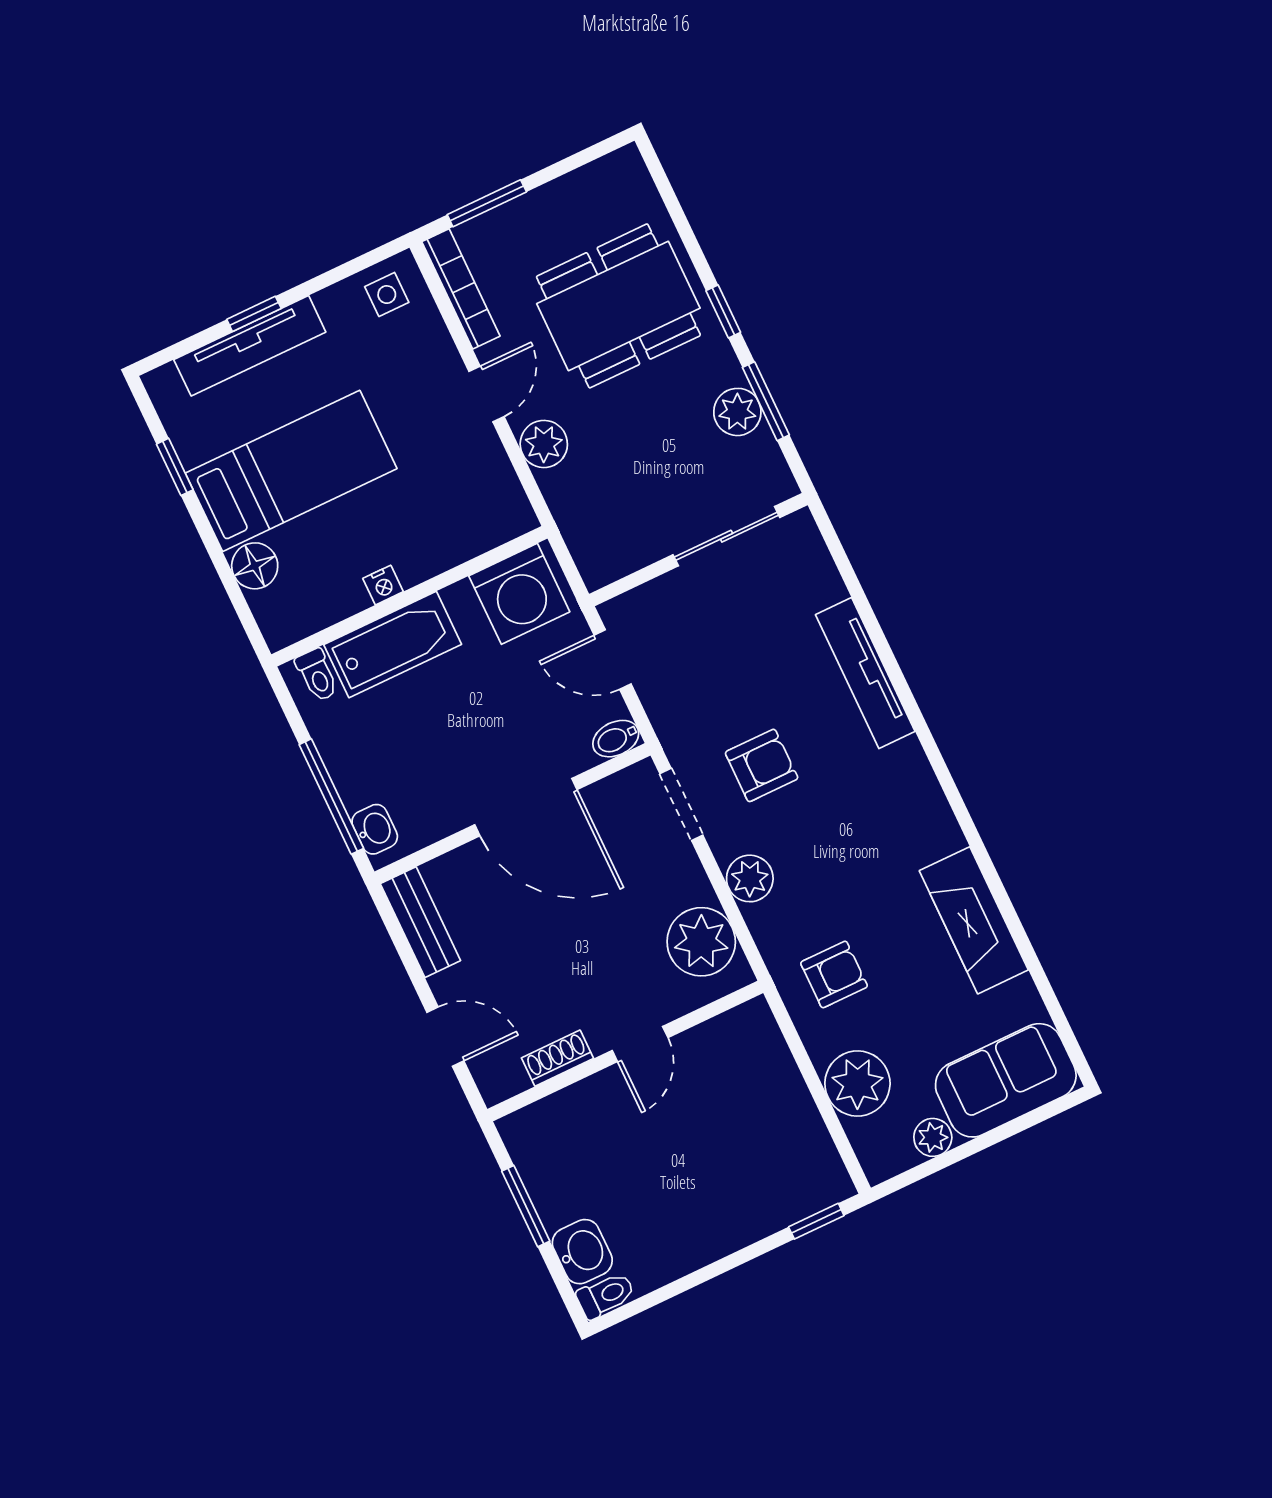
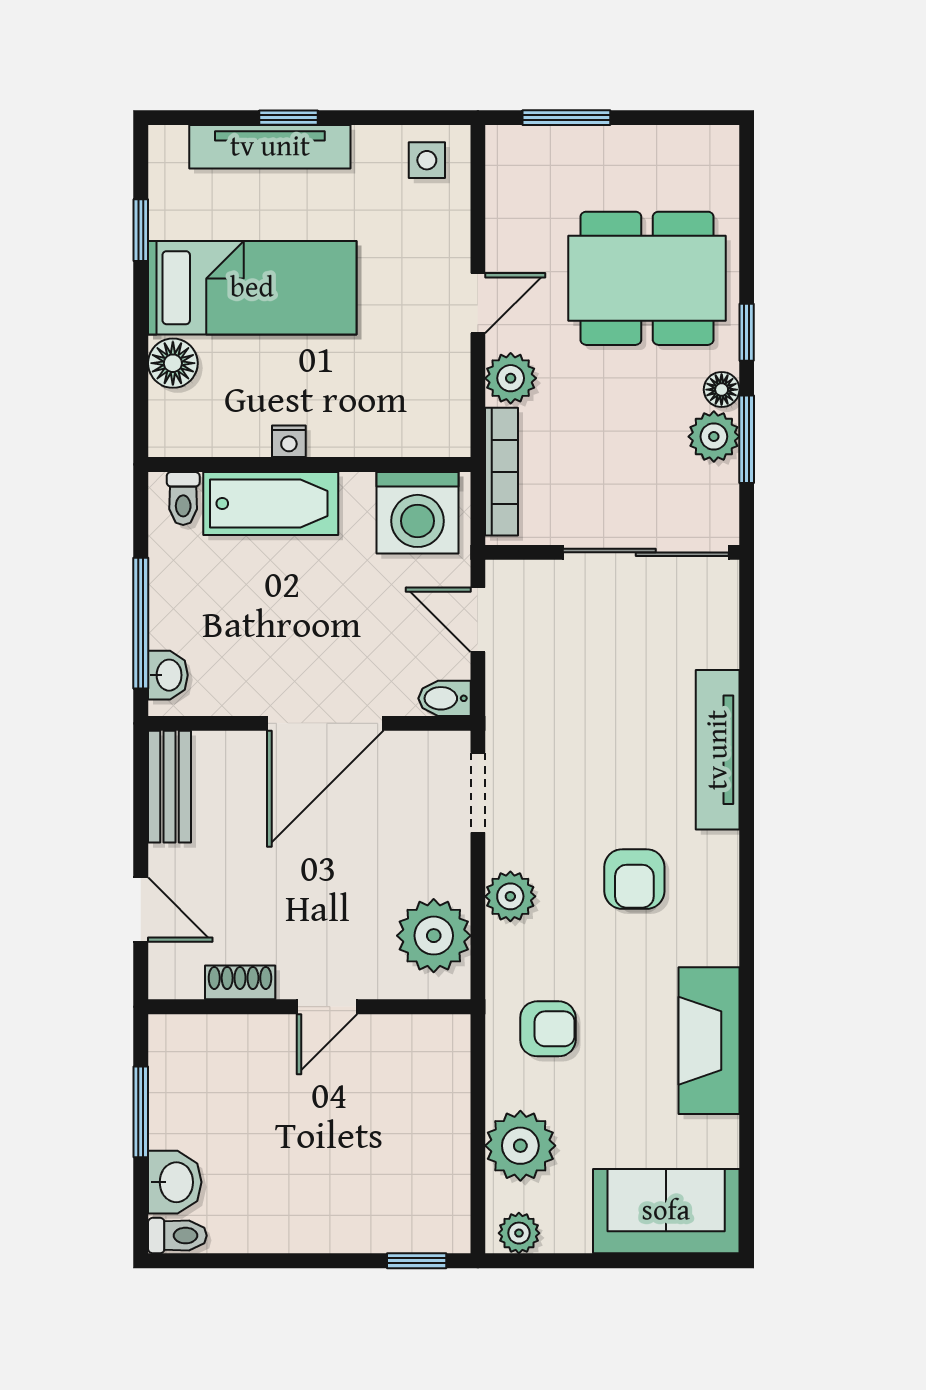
bookcase: (461, 289) -> (502, 472), moved
floor lamp: (725, 369) -> (722, 390), added
sliding door: (726, 536) -> (646, 552), width x1.37
armchair: (762, 765) -> (634, 879), moved, turned 90
door: (526, 807) -> (325, 723), hinge flipped
plant: (933, 1137) -> (519, 1233), moved

